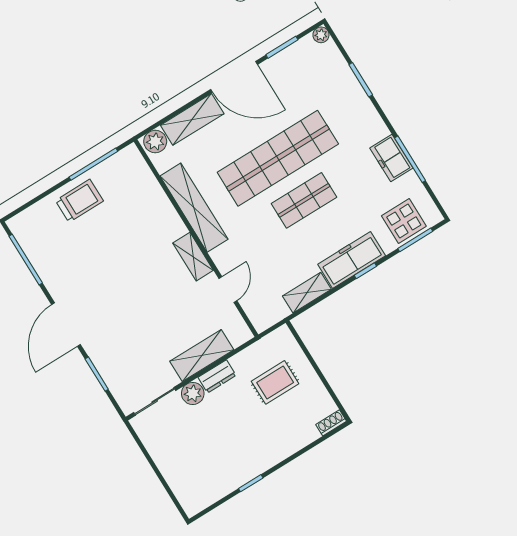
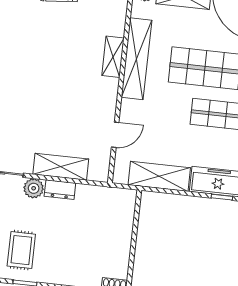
shelving: (193, 257) -> (113, 57), moved
shelving: (307, 293) -> (159, 176), width x1.50, depth x1.33
rug: (275, 382) -> (21, 250), moved, turned 90

